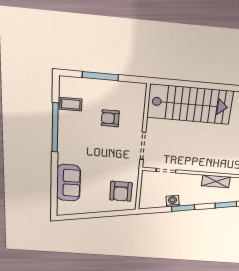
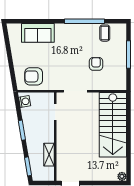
washing machine: (173, 201) -> (25, 101), moved

